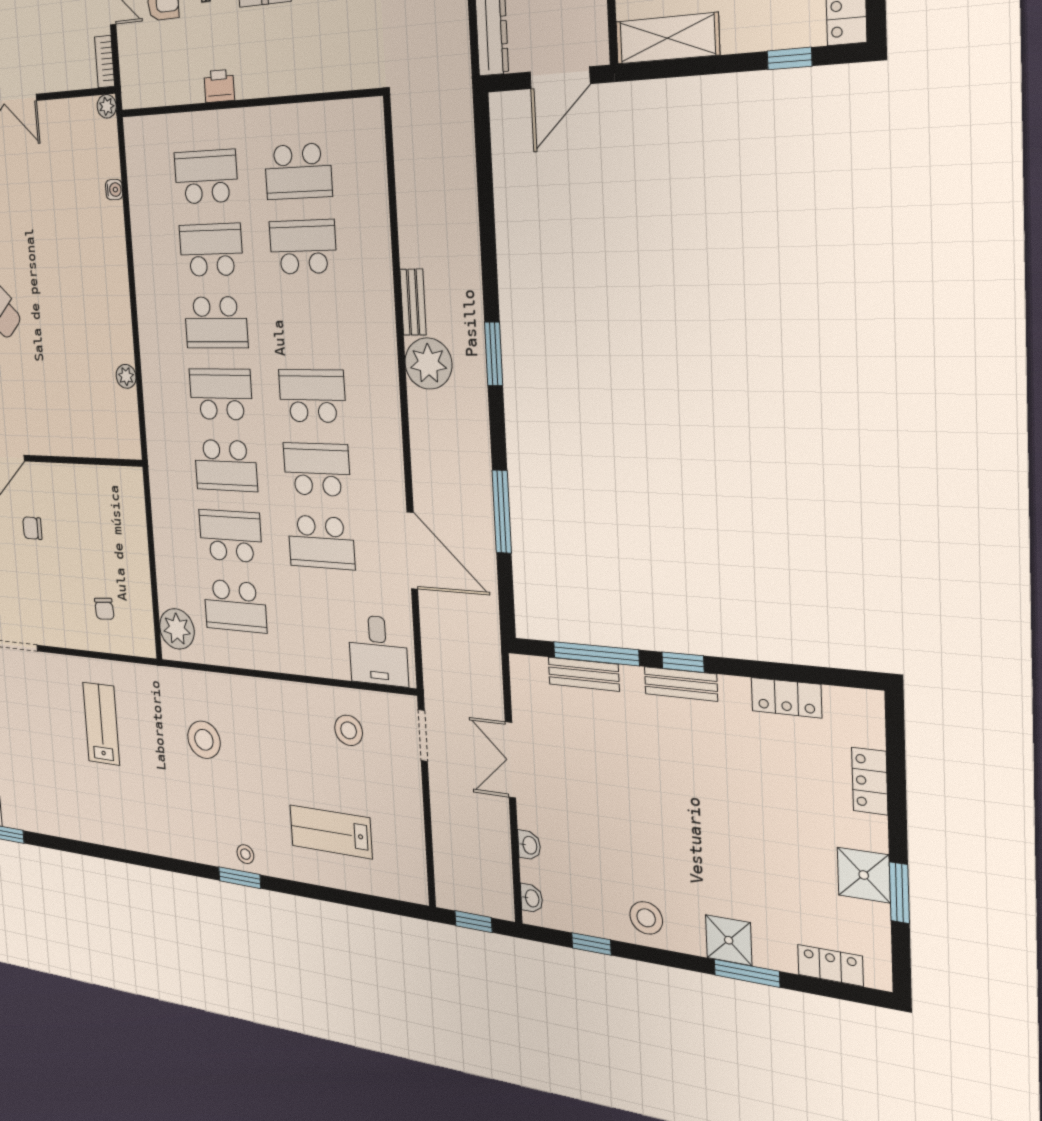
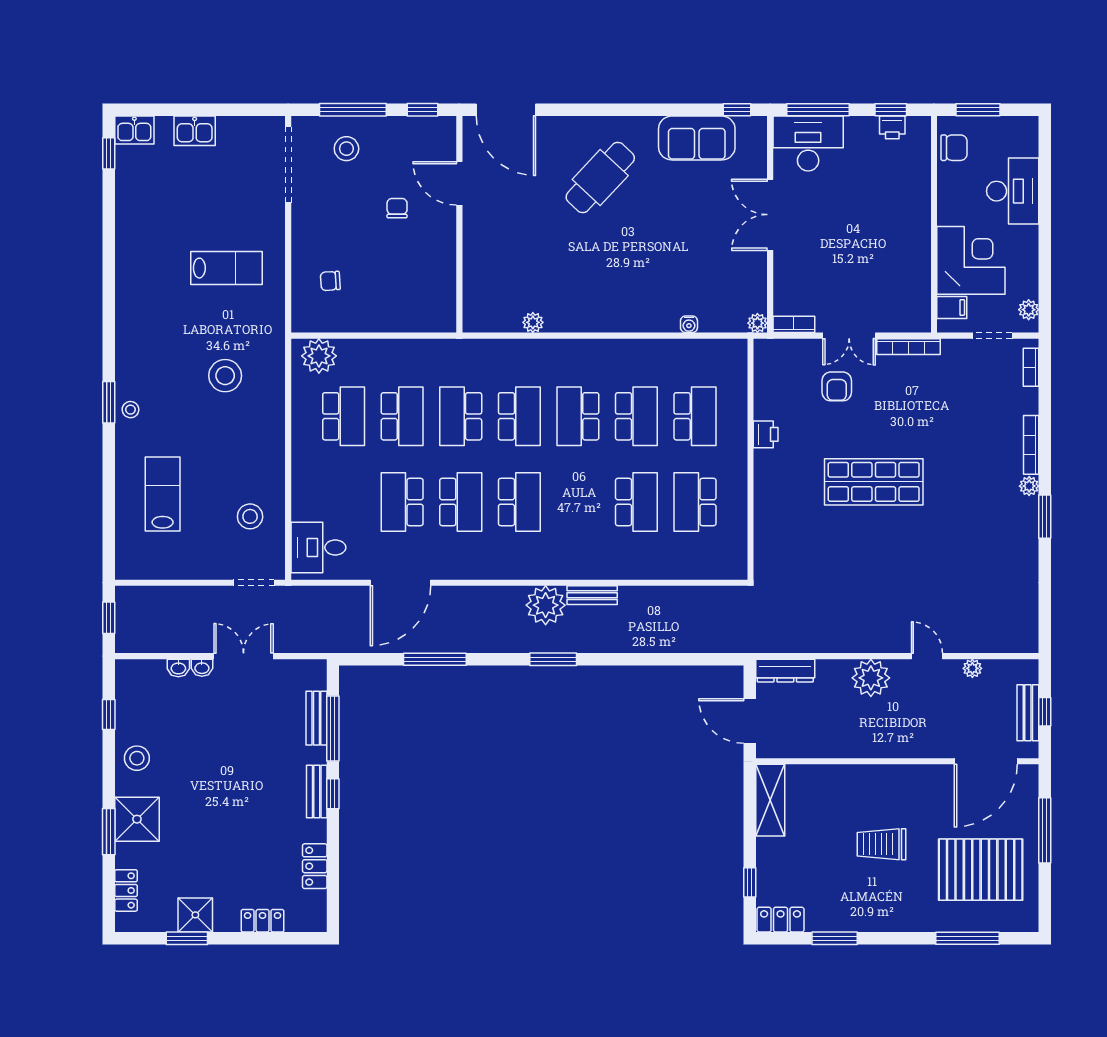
school desk: (235, 606) -> (344, 416), turned 180
washbasin: (532, 898) -> (202, 668), moved
shower: (729, 940) -> (137, 819), width x1.36, depth x1.36

